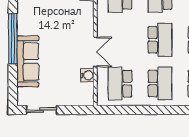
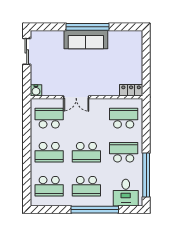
sofa: (28, 61) -> (86, 40), moved
water cooler: (87, 75) -> (36, 90), moved

